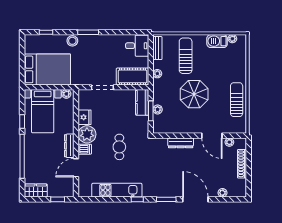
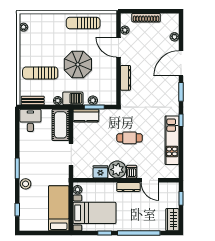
barbecue: (217, 41) -> (73, 98), moved, turned -90
bed: (47, 69) -> (59, 208), width x0.67
door: (212, 136) -> (118, 47), swing flipped

